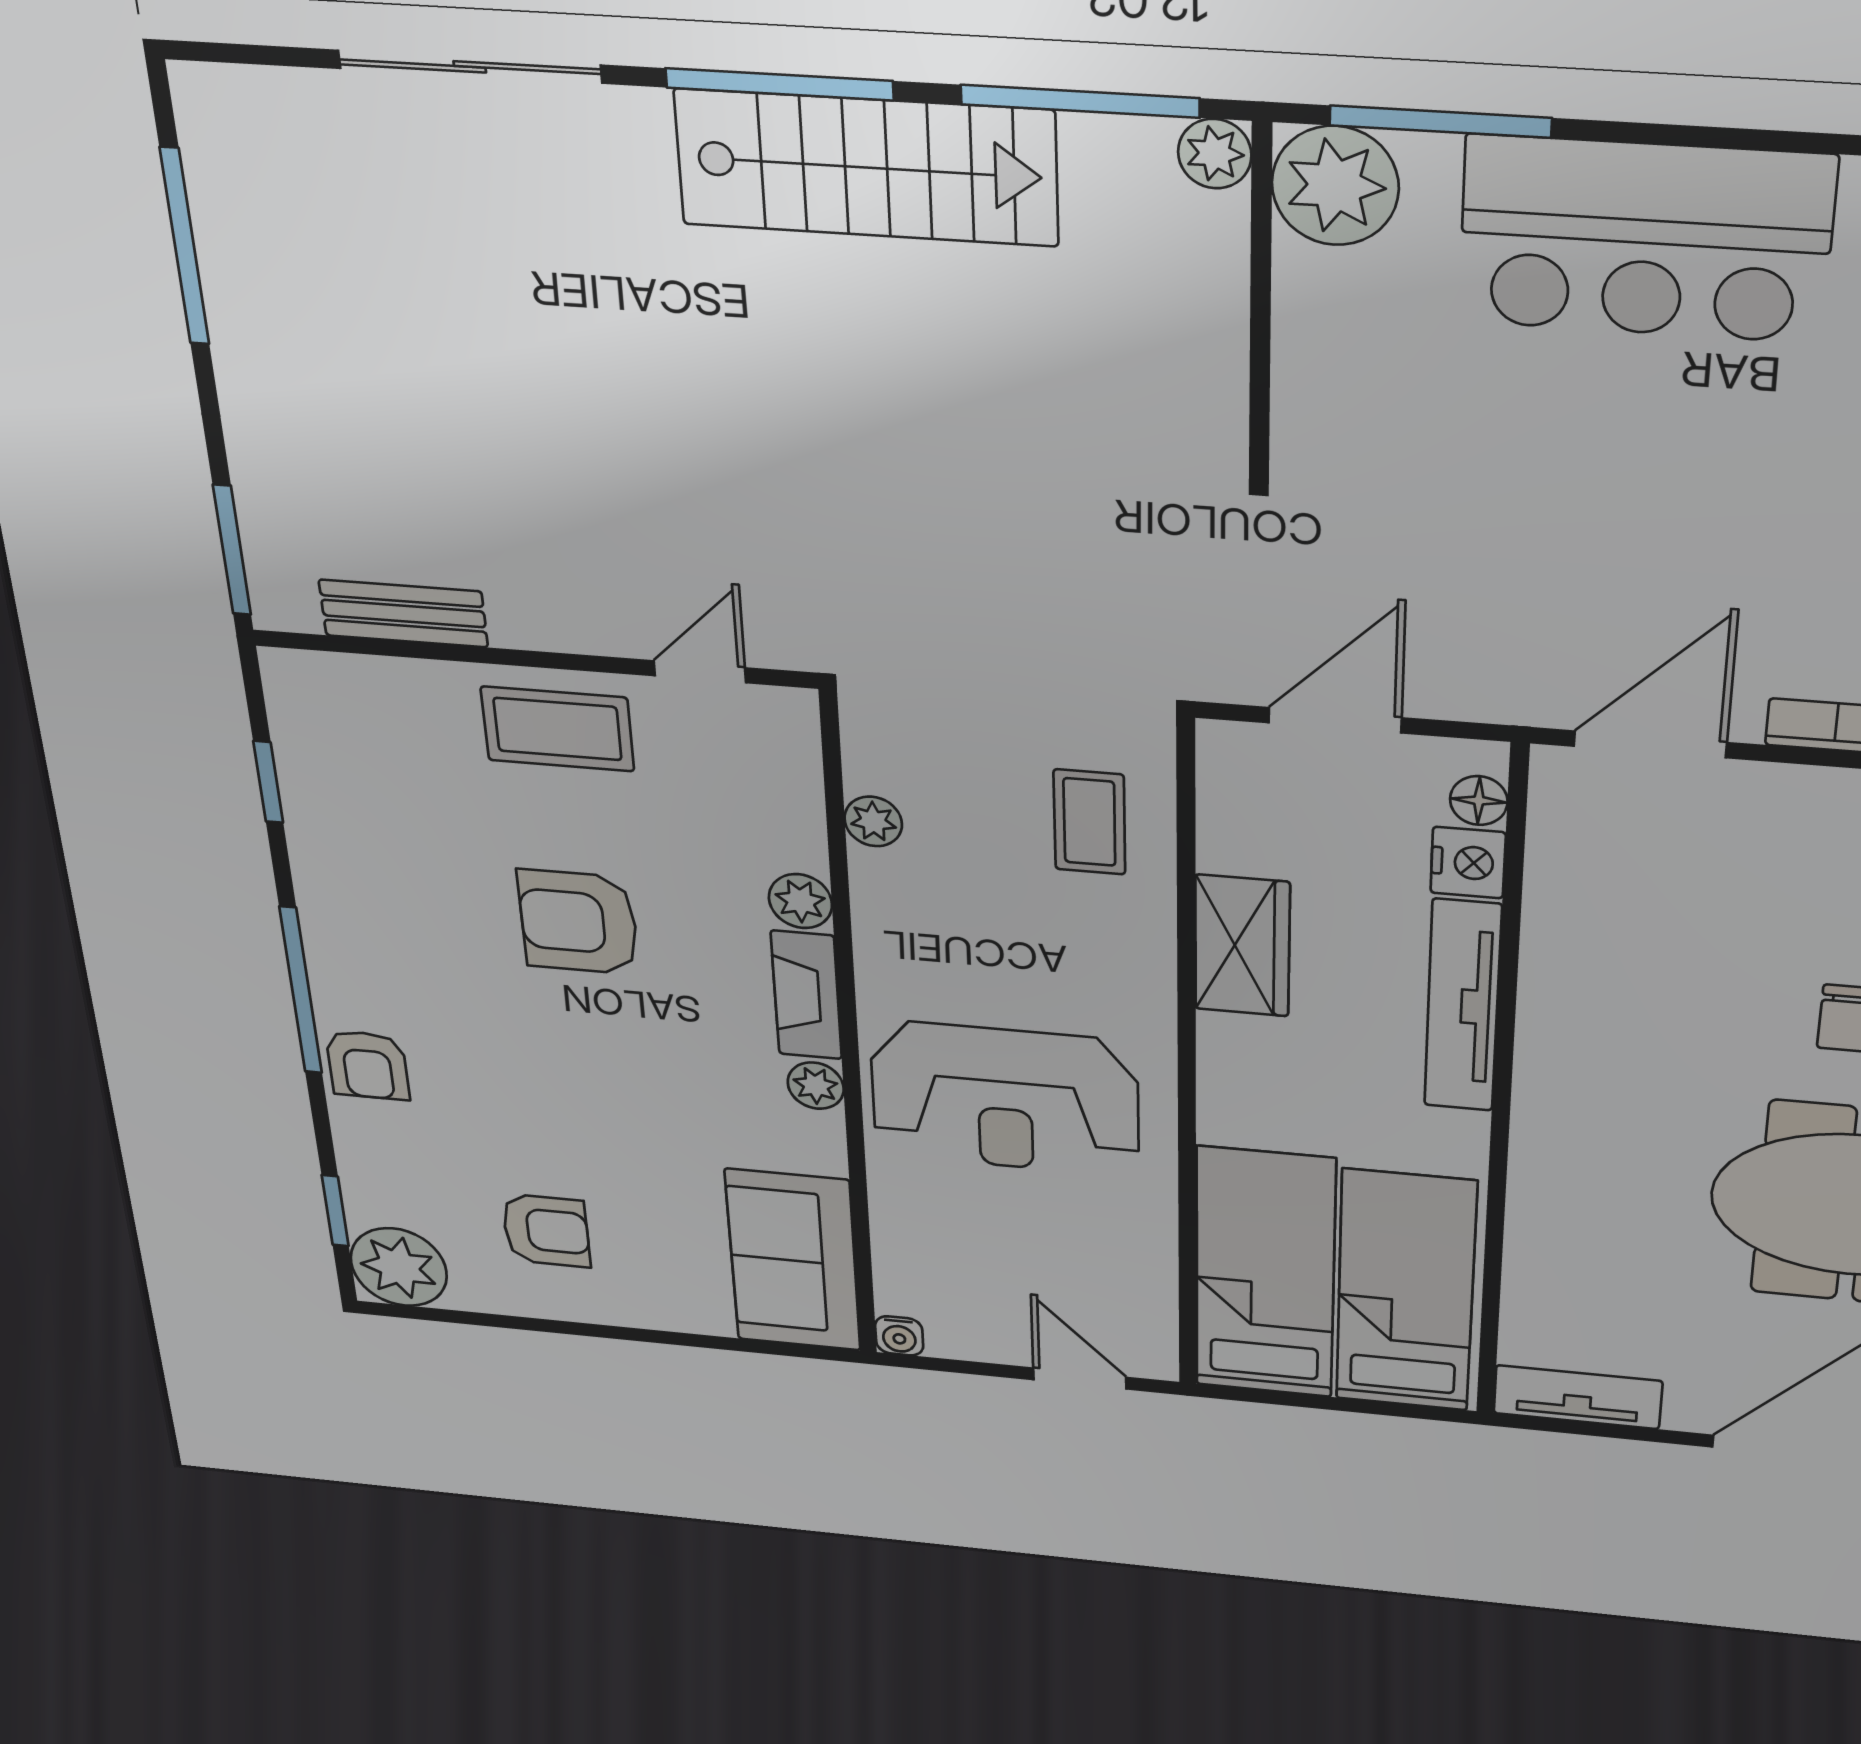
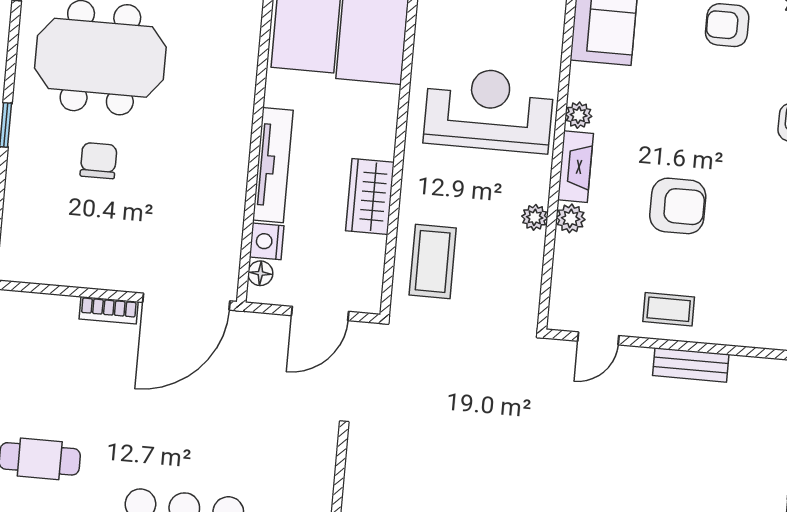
bench: (403, 613) -> (691, 365), moved
coffee table: (558, 729) -> (669, 309), width x0.73, depth x0.77
door: (1650, 744) -> (186, 302), width x1.36
plant: (873, 821) -> (535, 217), moved
coffee table: (1089, 822) -> (433, 261), width x1.36, depth x1.30

